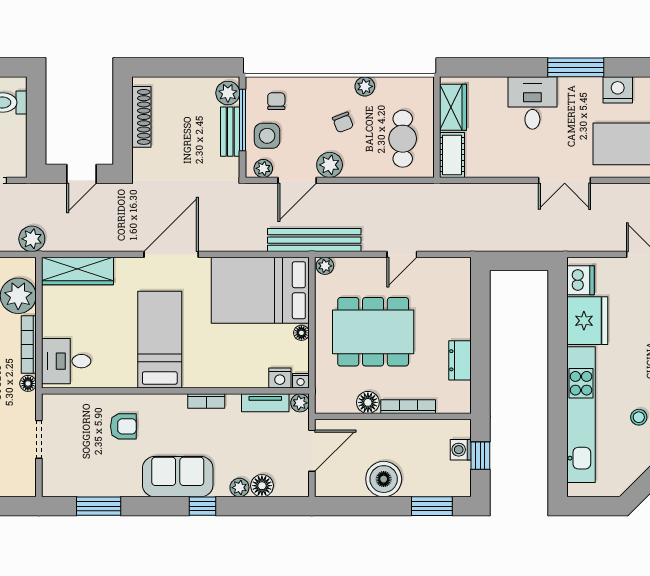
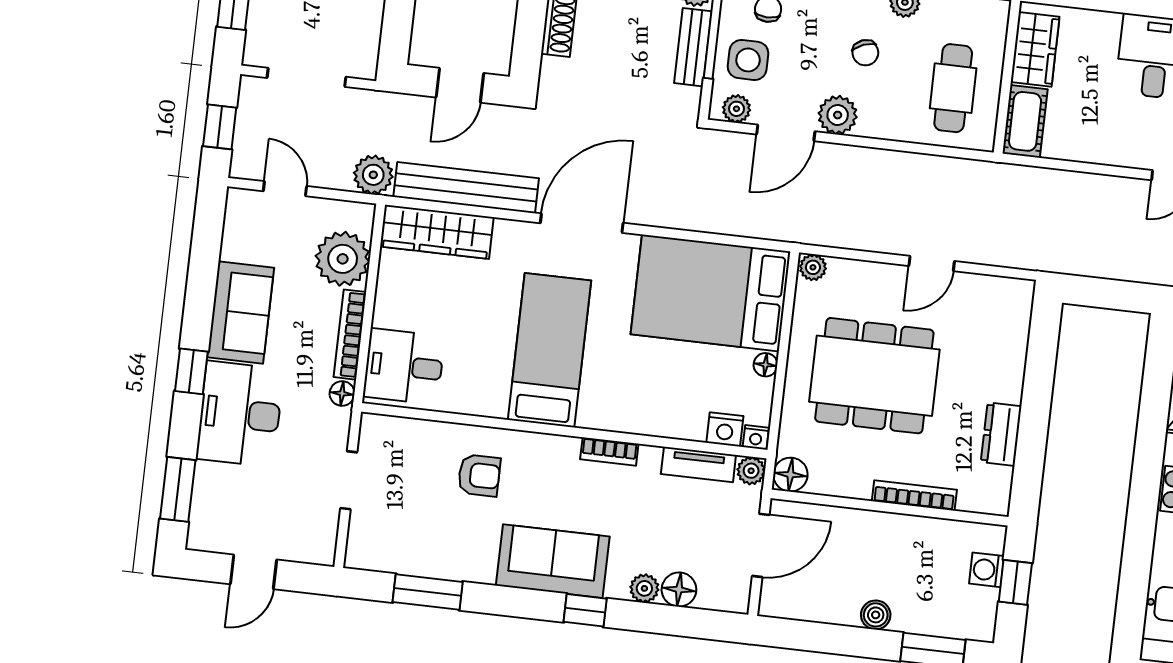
bench: (314, 240) -> (466, 188), moved
floor lamp: (368, 402) -> (790, 475), moved
boiler: (384, 479) -> (876, 615), width x0.54, depth x0.54

